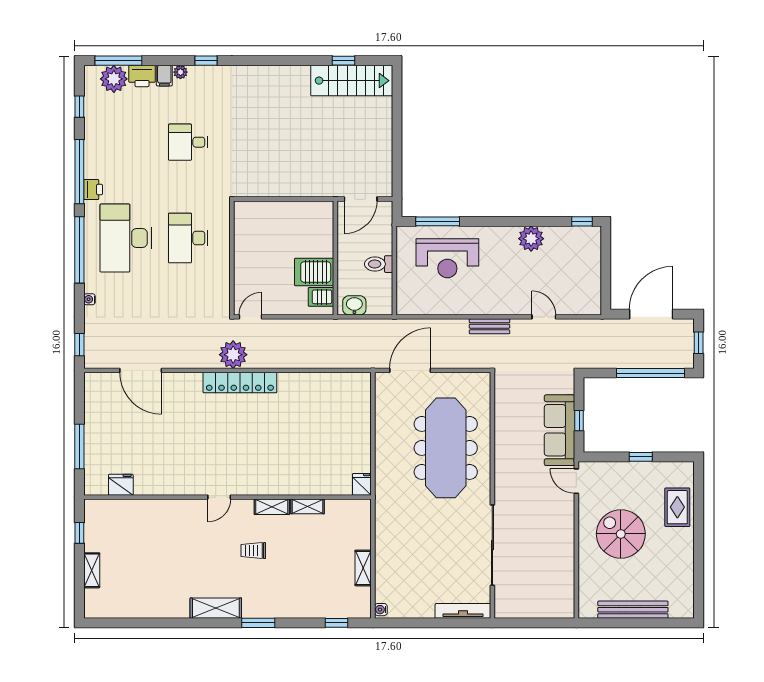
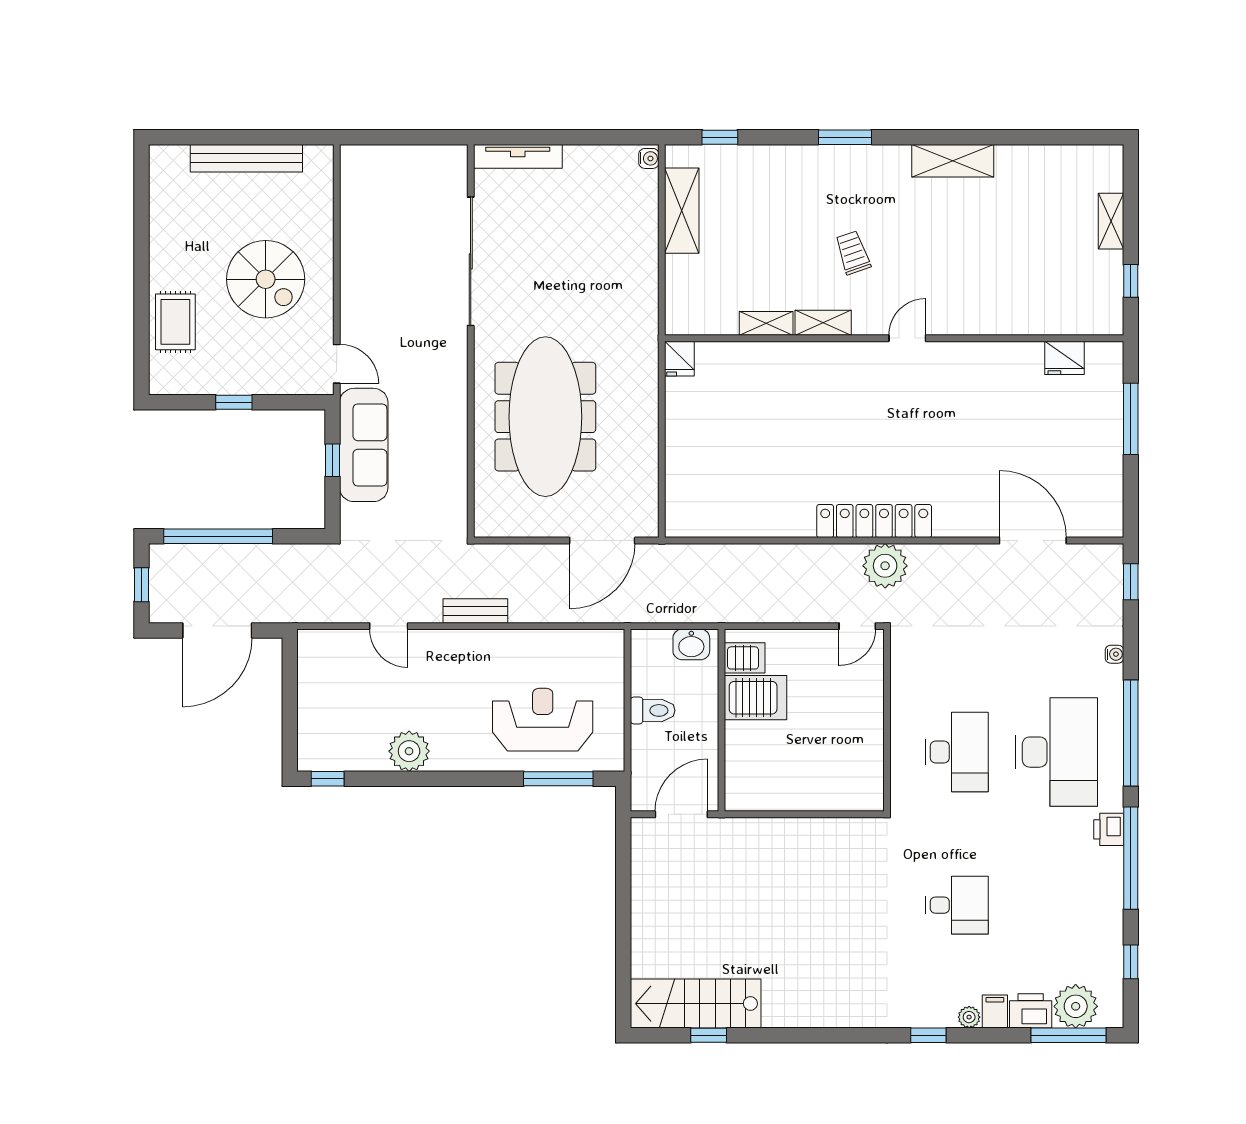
trolley: (253, 551) -> (853, 253), turned -109
shelving: (363, 568) -> (682, 211), width x1.50, depth x1.33
shelving: (216, 608) -> (953, 161), moved

